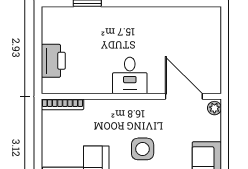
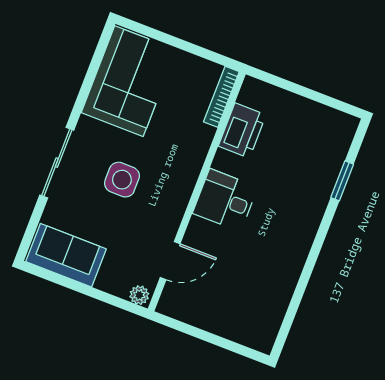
printer: (53, 61) -> (242, 130), moved, turned -90
door: (184, 96) -> (170, 261), width x0.73

